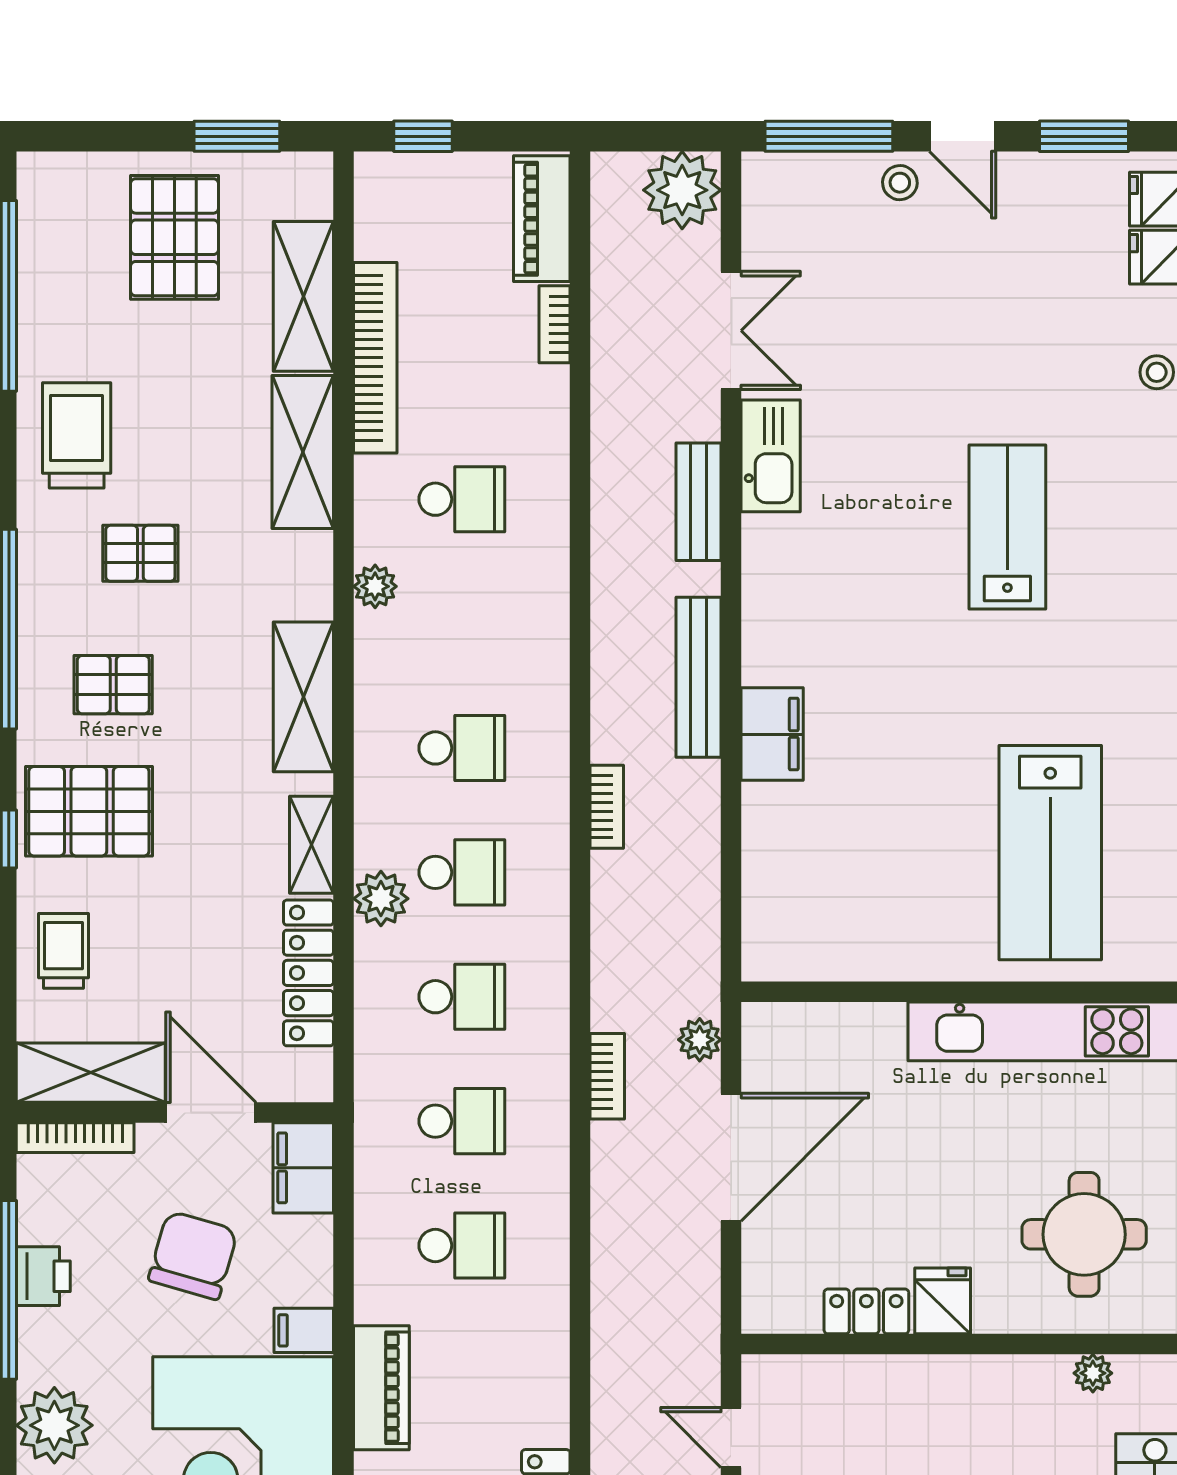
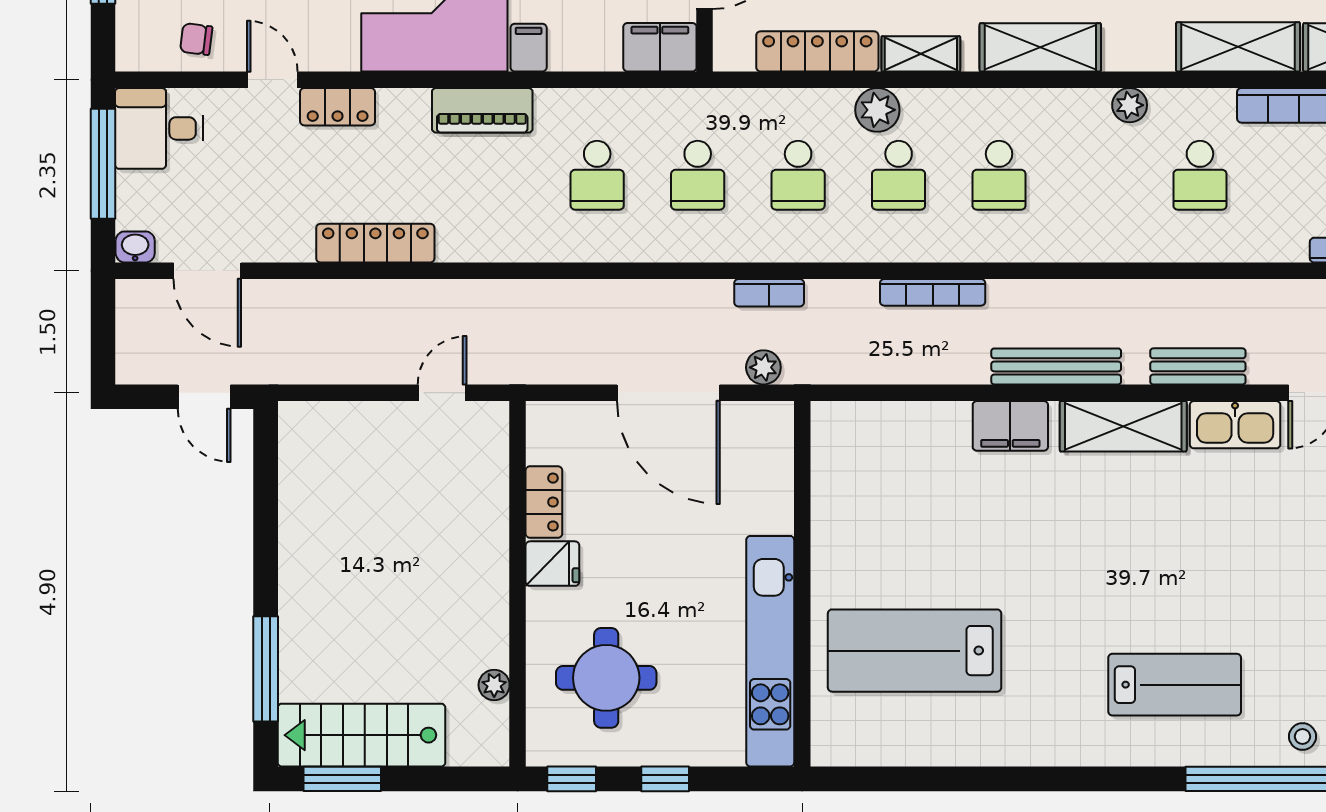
lab bench: (1007, 527) -> (1175, 685), moved
shelving: (772, 594) -> (1123, 426), added
bookcase: (607, 807) -> (933, 292), width x1.56
bookcase: (607, 1076) -> (769, 293), moved

